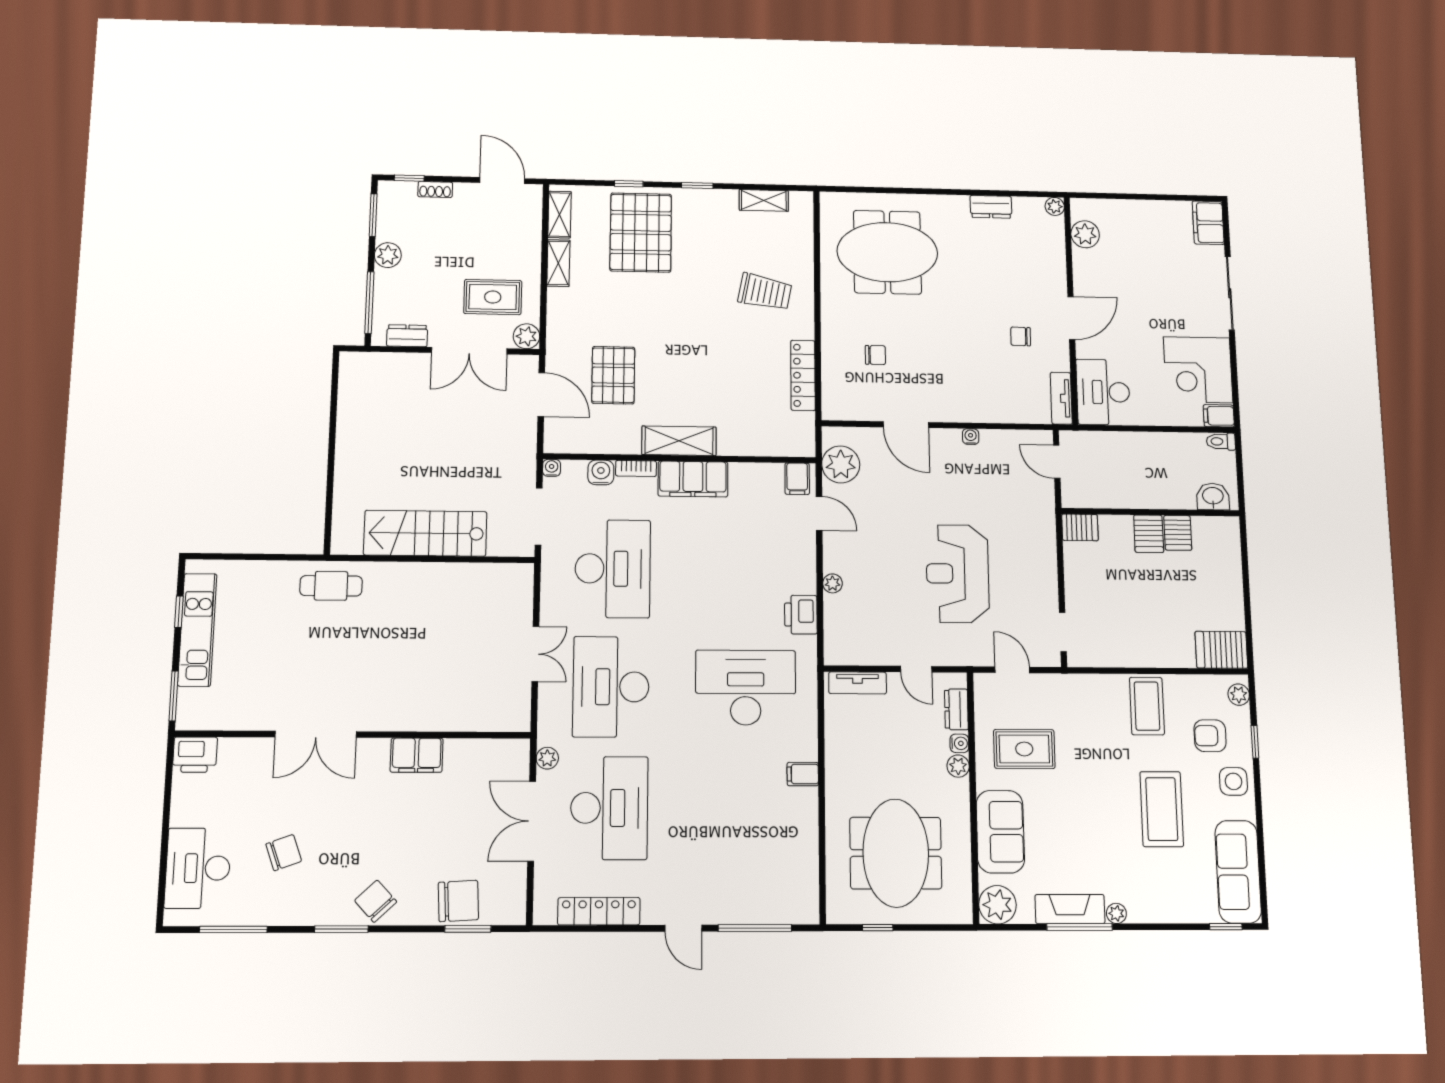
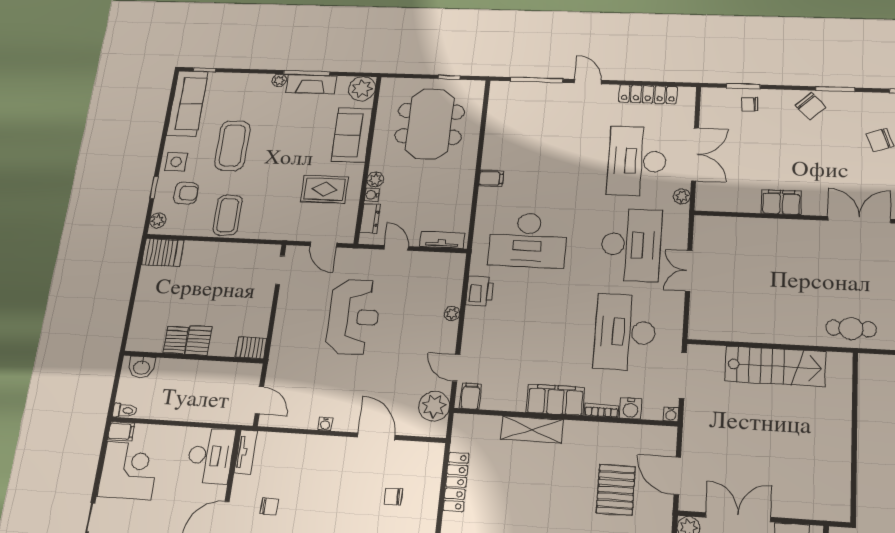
shelving: (679, 441) -> (532, 430), moved
chair: (458, 901) -> (750, 104), width x0.54, depth x0.54

